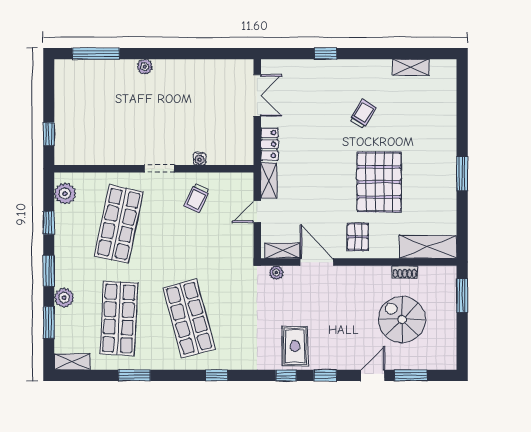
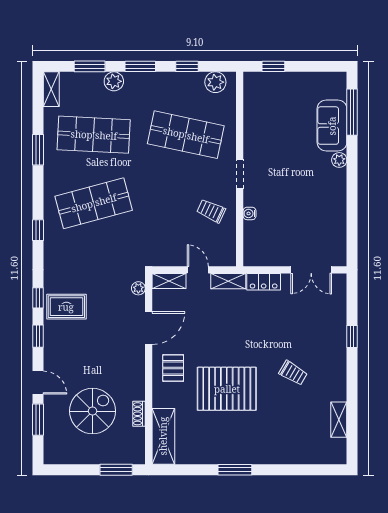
sofa: (109, 74) -> (332, 126), added
pallet: (358, 237) -> (173, 368), turned 90
shelving: (282, 251) -> (169, 281), moved, turned 90

